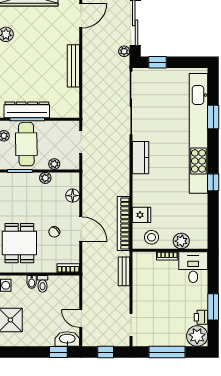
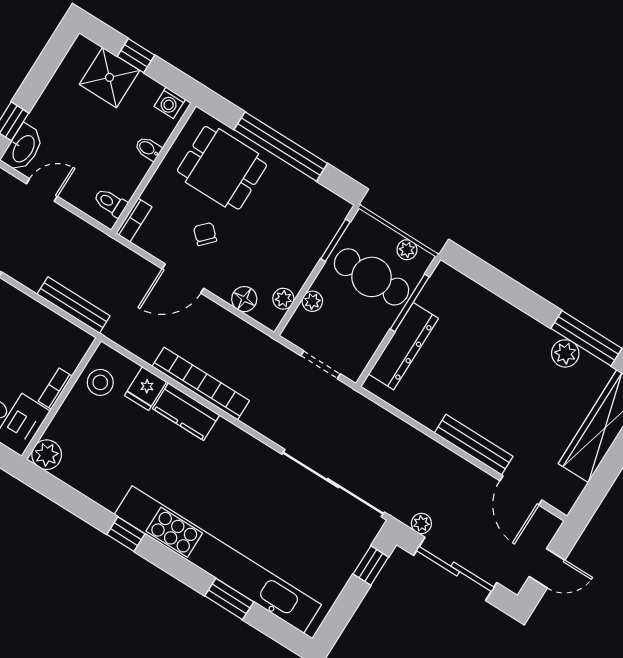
bench: (73, 66) -> (474, 445), moved
dresser: (27, 110) -> (403, 346), moved
kitchen counter: (140, 158) -> (186, 412), moved
plant: (45, 178) -> (283, 299), moved
bookcase: (123, 224) -> (201, 384), moved
plant: (181, 241) -> (47, 455), moved
bench: (124, 271) -> (74, 305), width x1.36
toilet: (42, 284) -> (110, 203), moved

